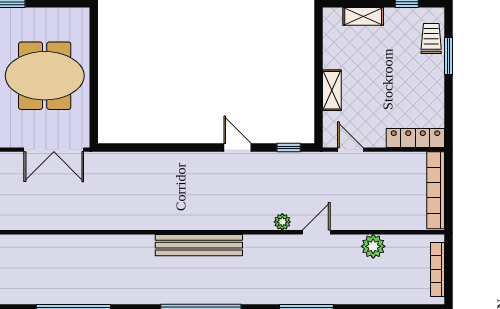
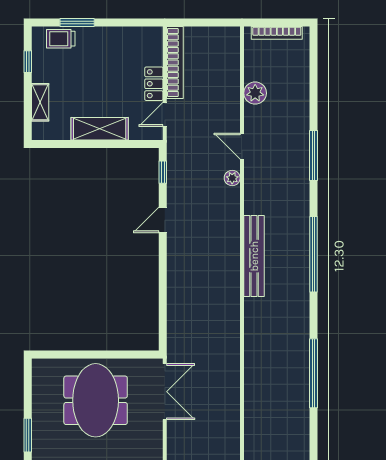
shelving: (332, 90) -> (100, 129), width x1.50, depth x1.33
locker: (415, 138) -> (154, 84), moved, width x0.66
bookcase: (436, 190) -> (175, 62), moved, turned -90

